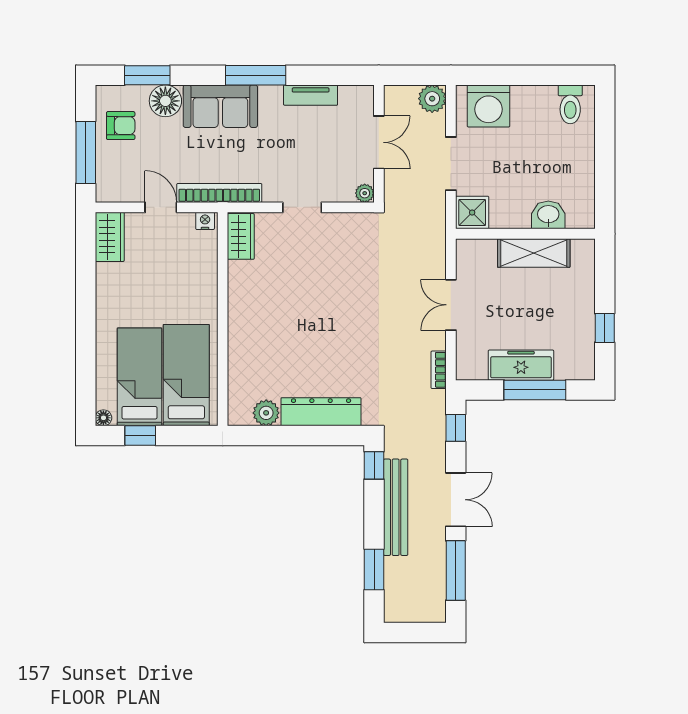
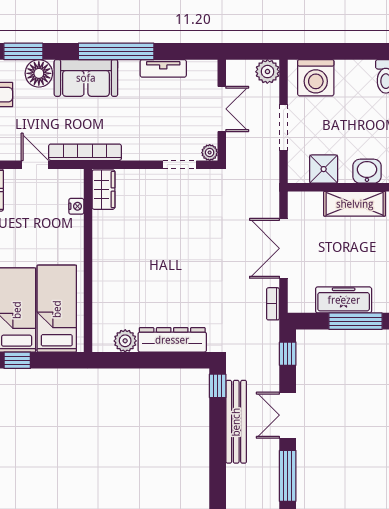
window: (256, 75) -> (116, 51), width x1.46
doorway: (302, 207) -> (180, 165), moved
shower: (472, 213) -> (324, 169), moved
nightstand: (205, 221) -> (76, 206), moved, turned 90
double door: (451, 305) -> (284, 248), width x1.37
double door: (456, 500) -> (288, 415), swing flipped
window: (374, 569) -> (218, 475), removed

